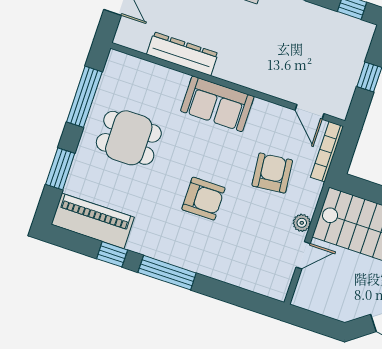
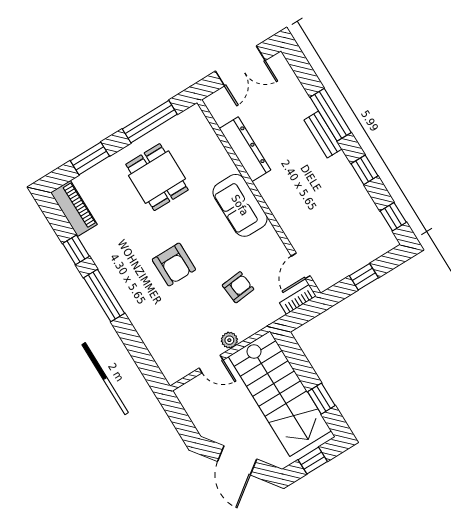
bookcase: (327, 152) -> (298, 299), width x0.64
armchair: (272, 173) -> (238, 287), width x0.72, depth x0.72
piano: (93, 221) -> (74, 208), width x0.73, depth x0.75

